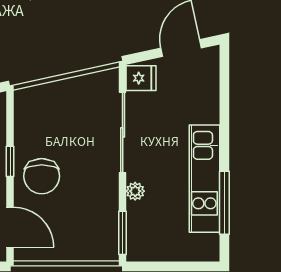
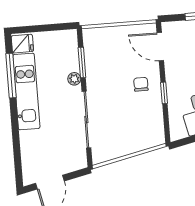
fridge: (141, 78) -> (22, 44), moved, turned 180
chair: (42, 176) -> (141, 84), width x0.54, depth x0.54
window: (123, 233) -> (82, 62), moved

